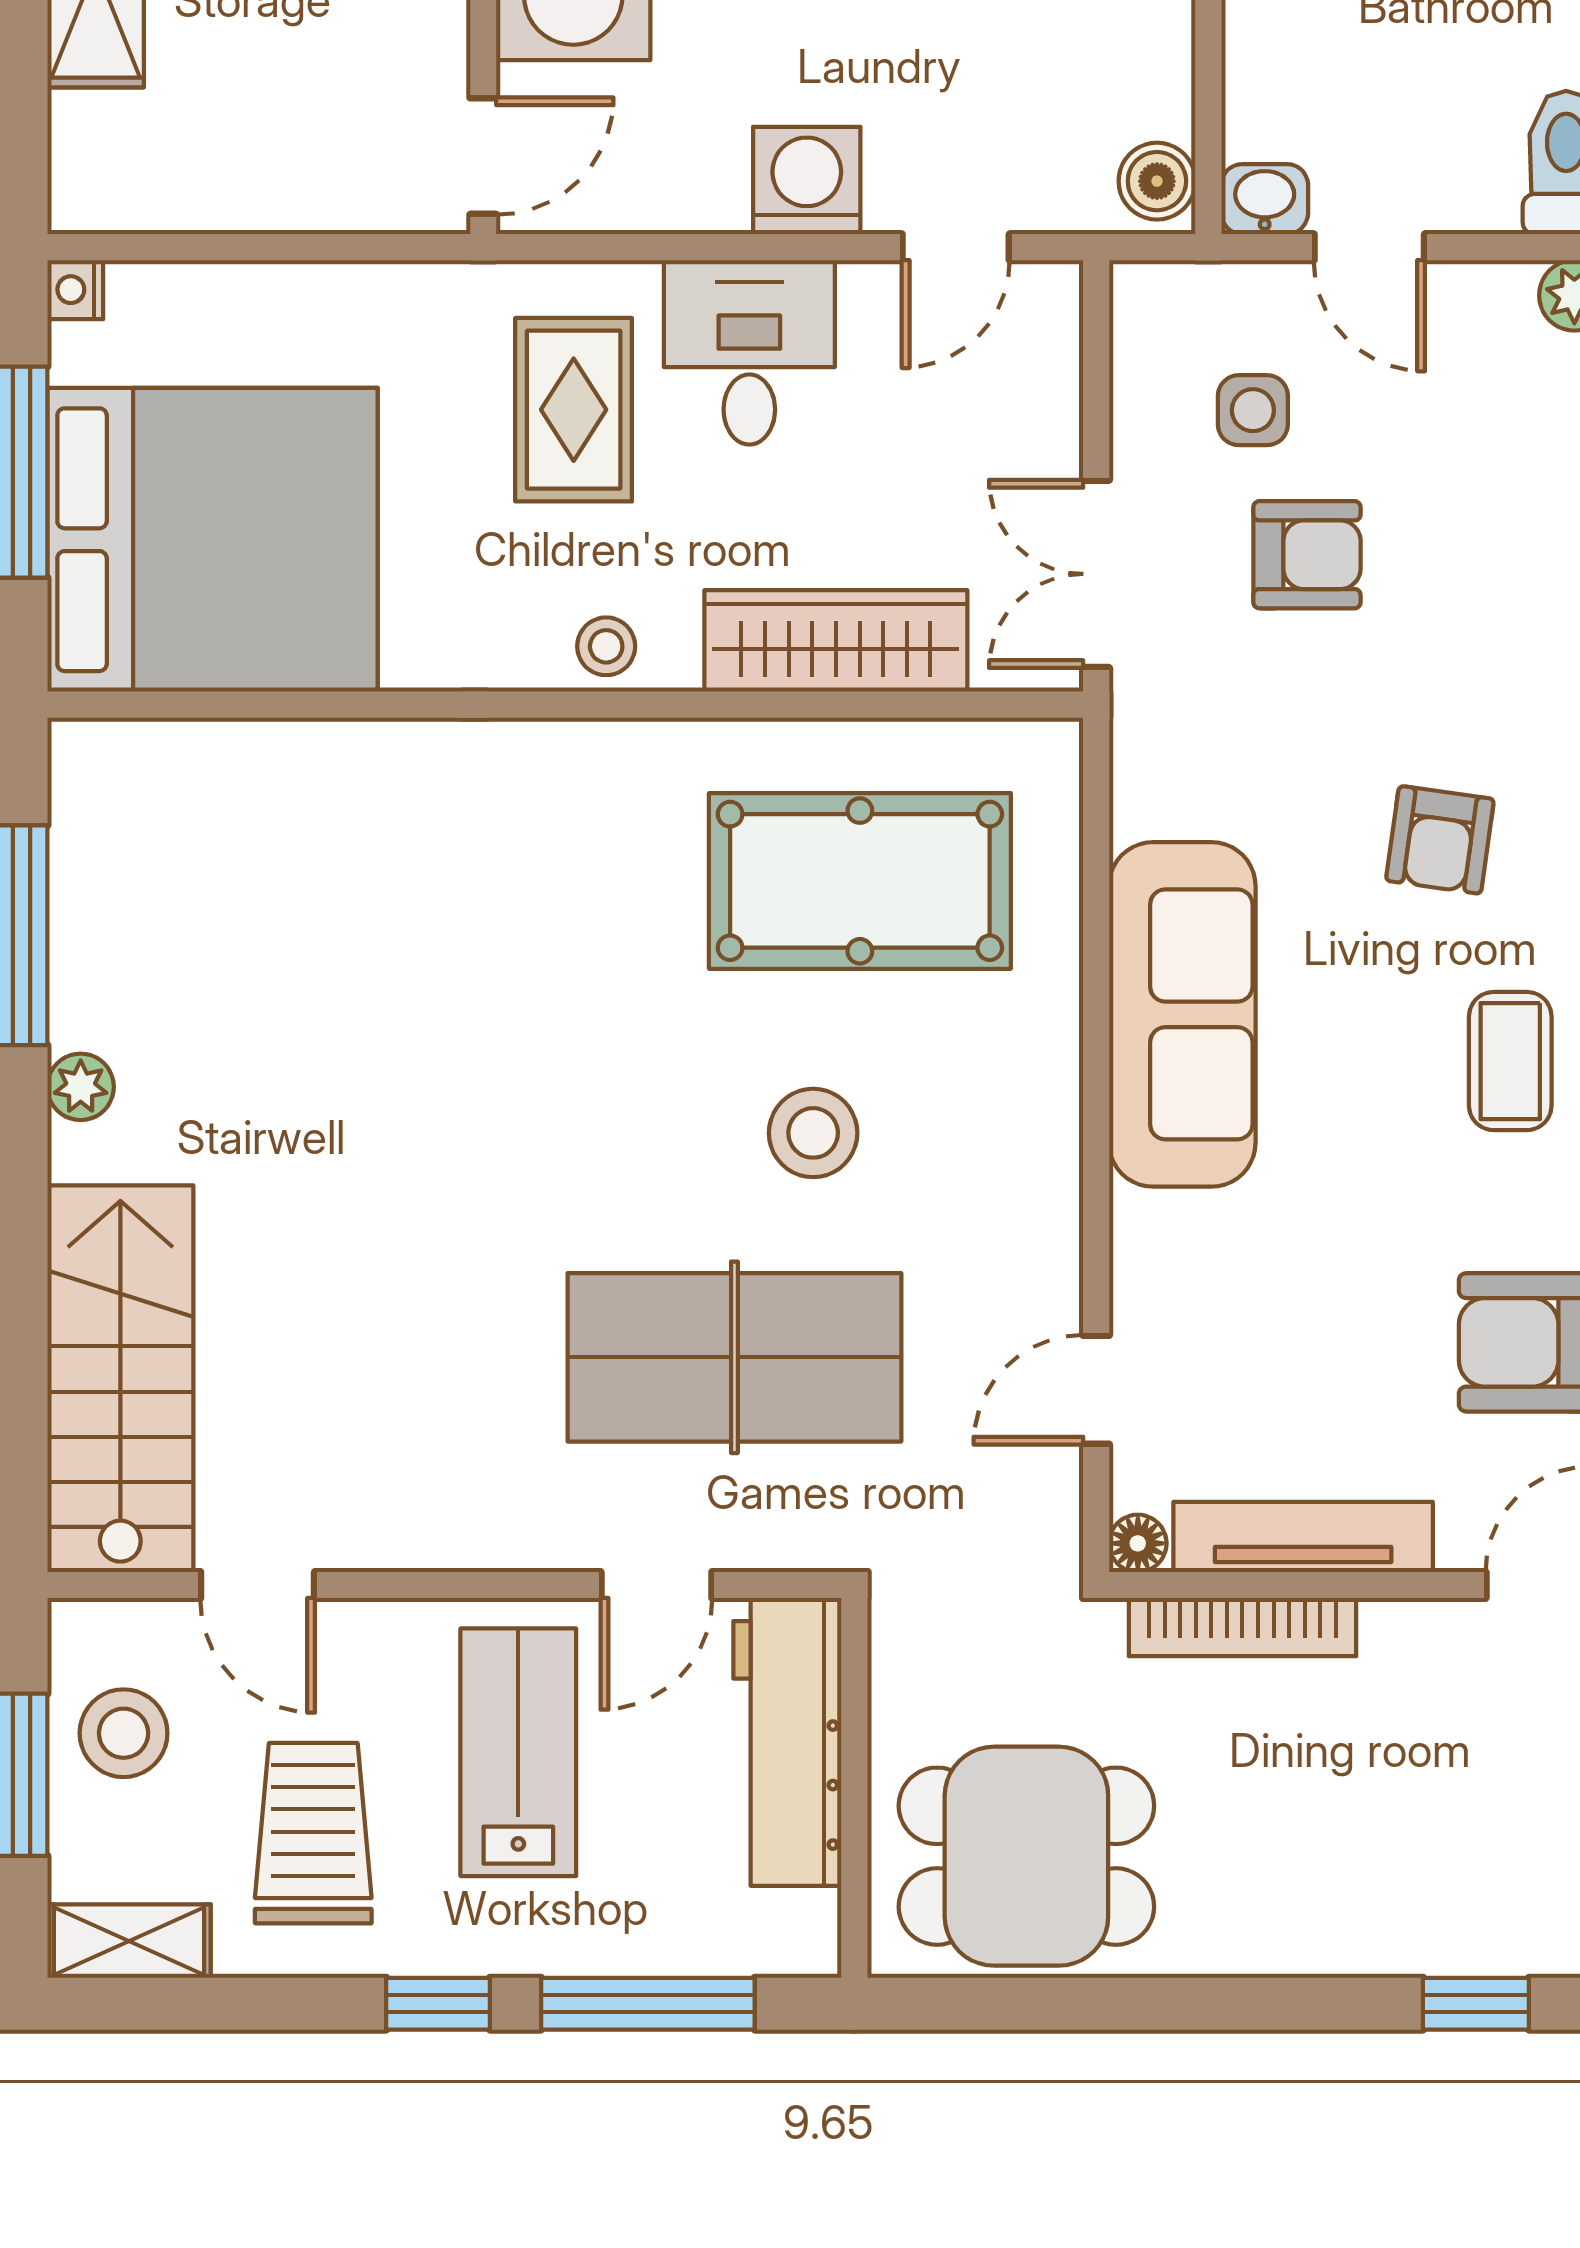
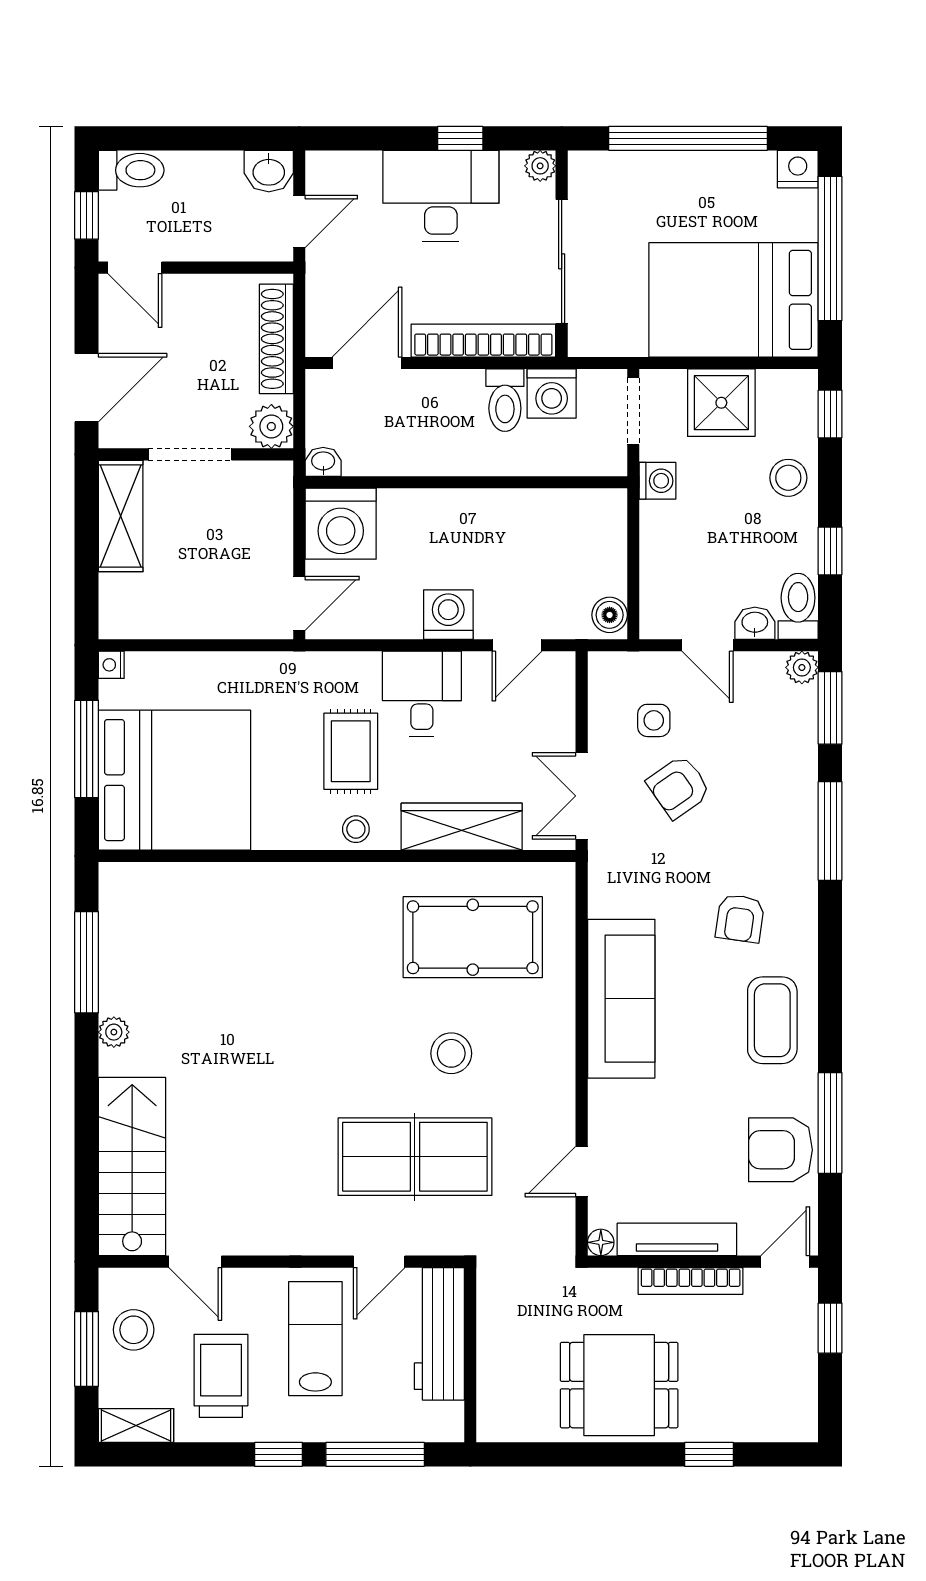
washbasin: (1265, 199) -> (755, 623), moved
rug: (574, 410) -> (351, 751), moved
armchair: (1307, 555) -> (679, 787), turned 145
coffee table: (1510, 1061) -> (772, 1020), width x1.36, depth x1.30
bookcase: (1242, 1627) -> (691, 1281), moved
dining table: (1026, 1856) -> (619, 1385), moved
window: (1476, 2004) -> (709, 1454), moved

